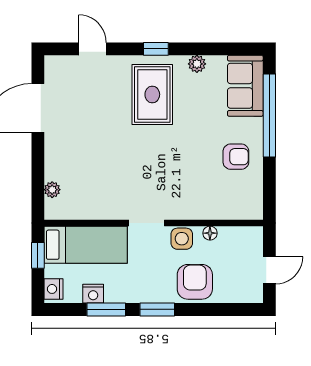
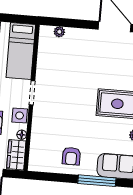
window: (269, 115) -> (97, 181), width x0.68
wardrobe: (241, 239) -> (16, 155), added
window: (38, 255) -> (16, 19), removed

